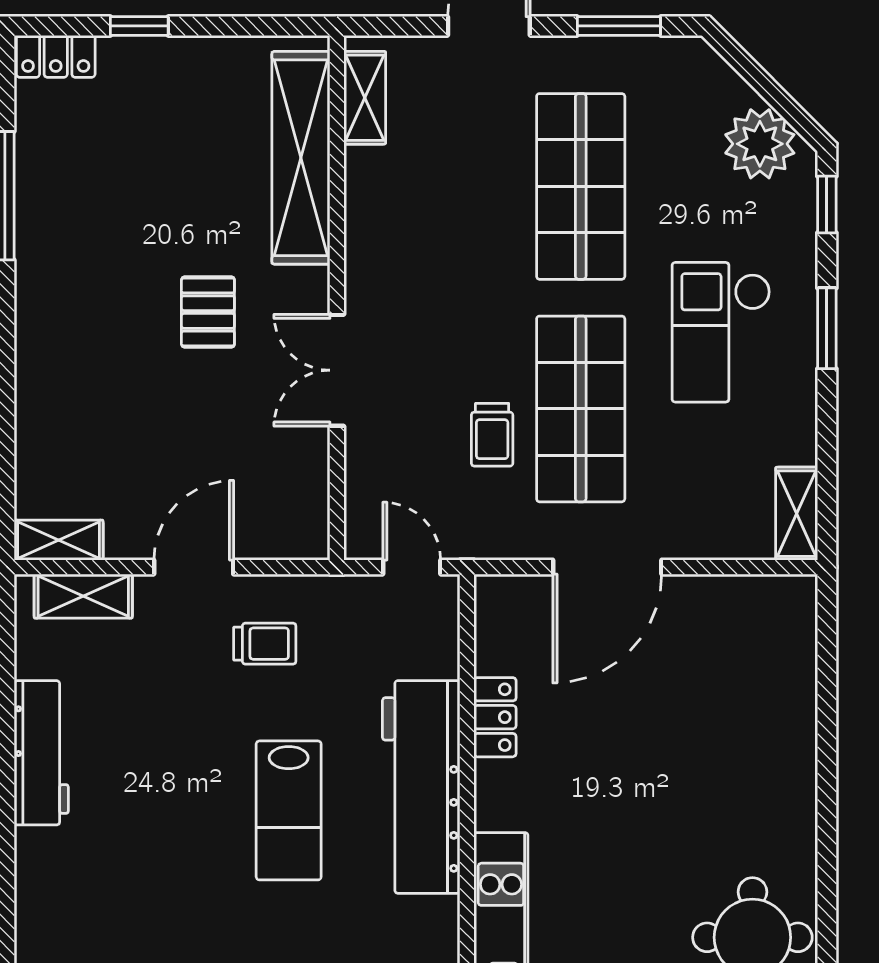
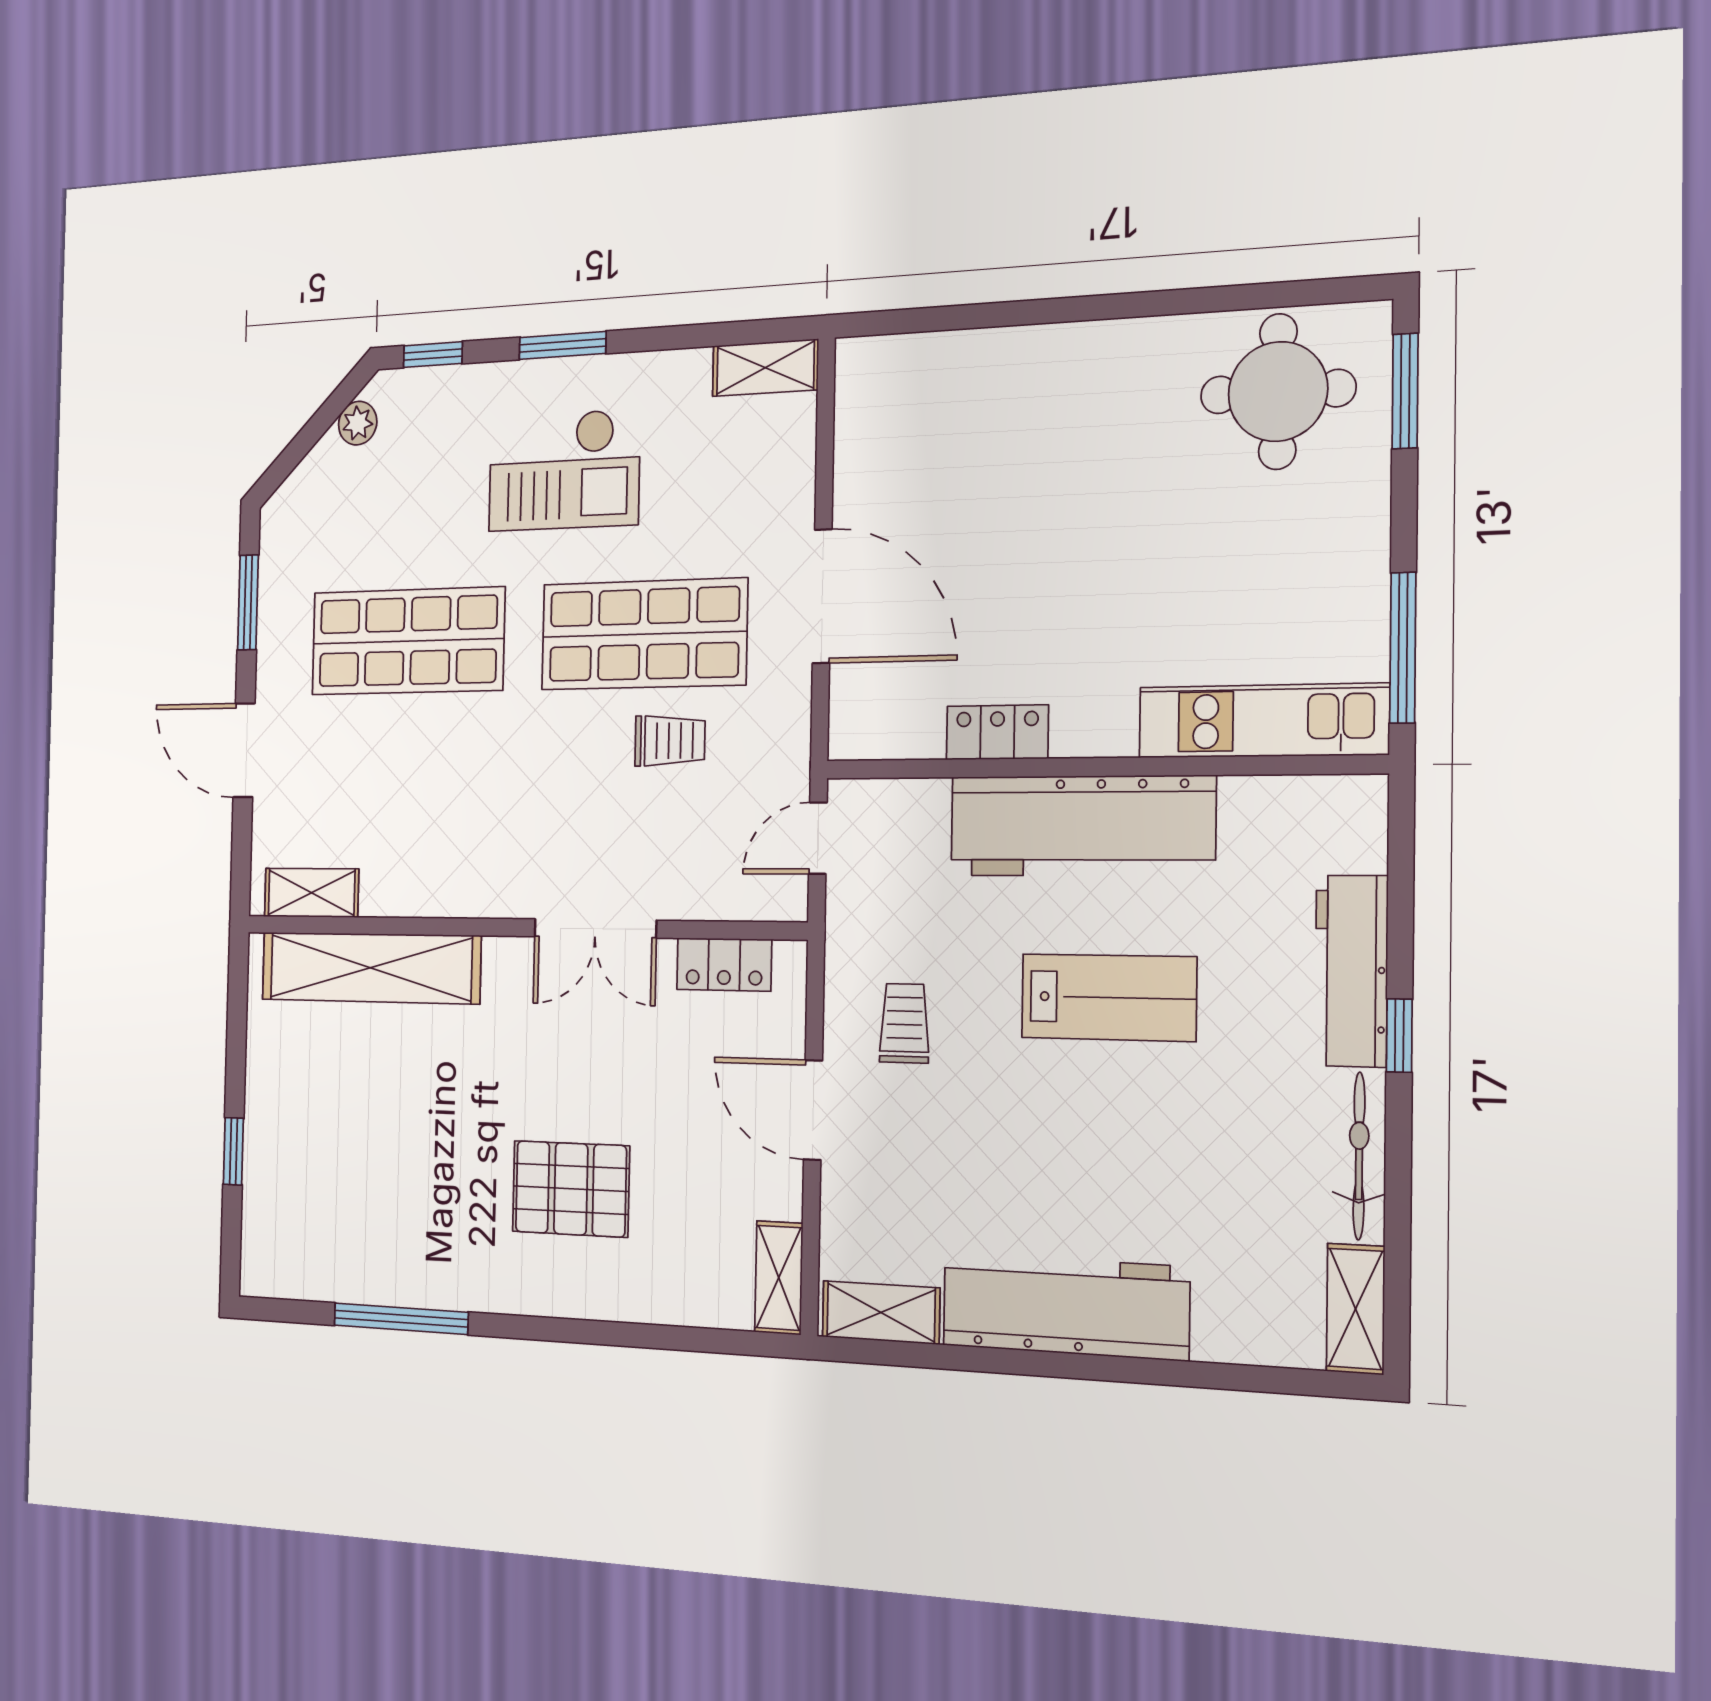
locker: (56, 56) -> (724, 965), moved, turned 90
plant: (760, 144) -> (358, 423), width x0.53, depth x0.53
pallet: (208, 312) -> (571, 1189), moved, width x1.50, depth x1.42
shelving: (83, 596) -> (881, 1312), moved, turned 90
workbench: (41, 753) -> (1065, 1306), width x1.36, depth x1.32

